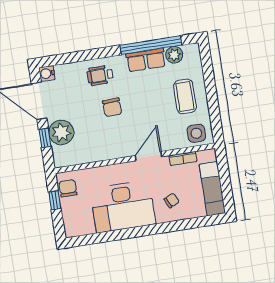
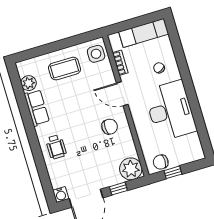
window: (151, 45) -> (23, 105), removed
chair: (112, 107) -> (110, 127), moved
plant: (61, 132) -> (131, 169), moved

